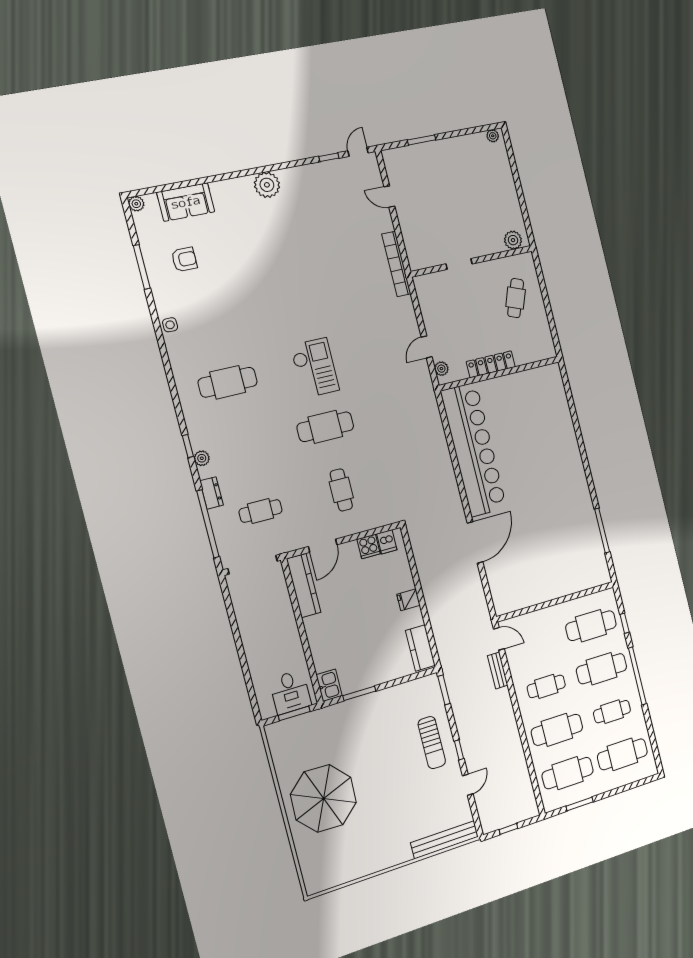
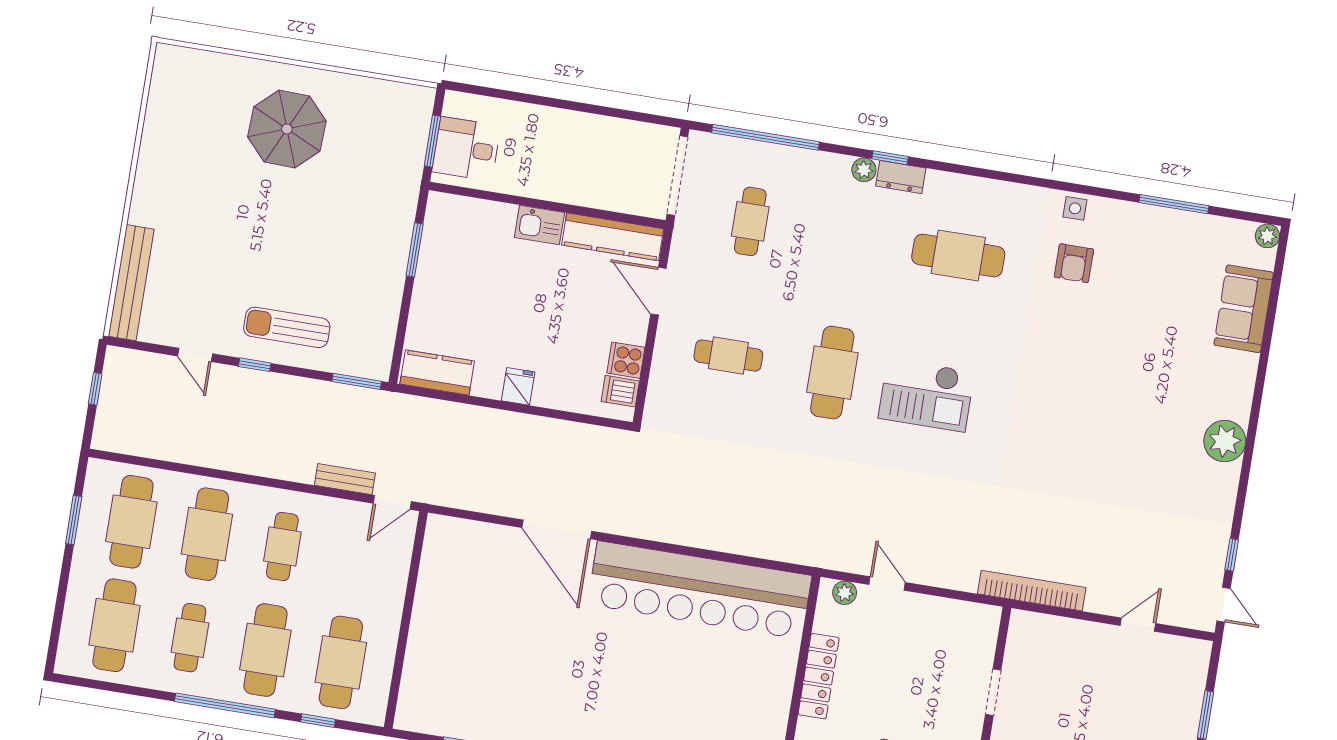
armchair: (184, 259) -> (1074, 263), moved
cafe table: (228, 382) -> (958, 256), turned 90
dresser: (211, 493) -> (901, 177), moved
kitchen sink: (329, 685) -> (539, 225), moved
parasol: (323, 798) -> (287, 129), width x0.73, depth x0.73

